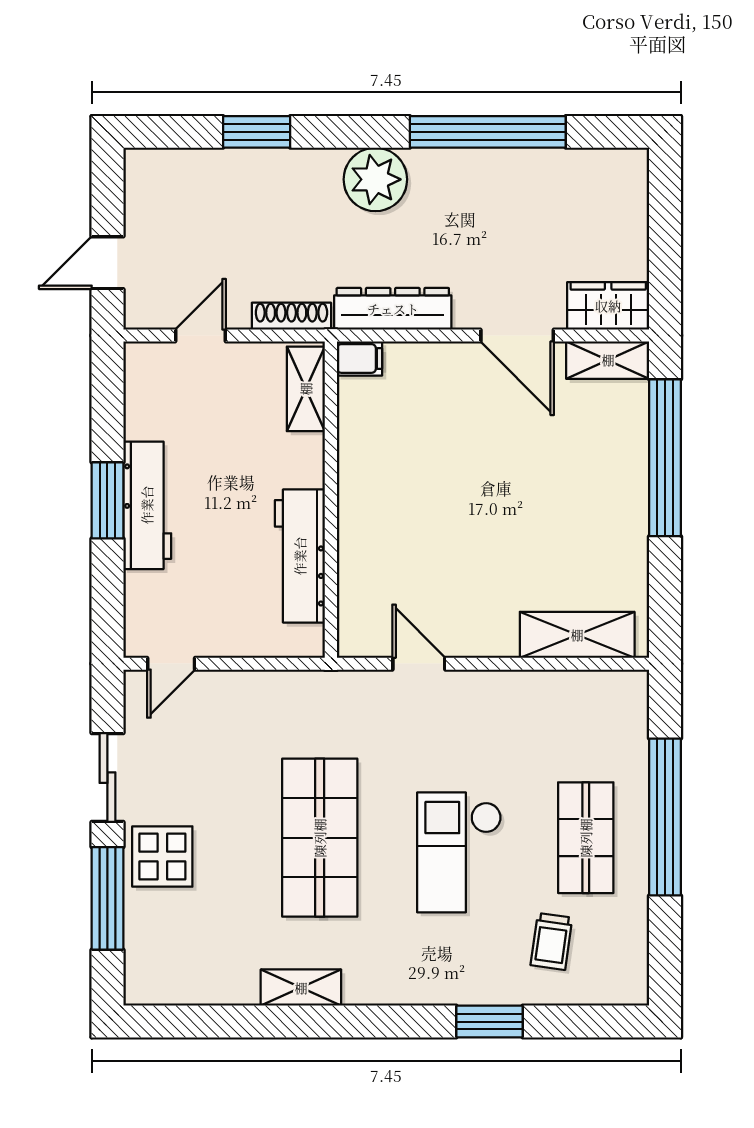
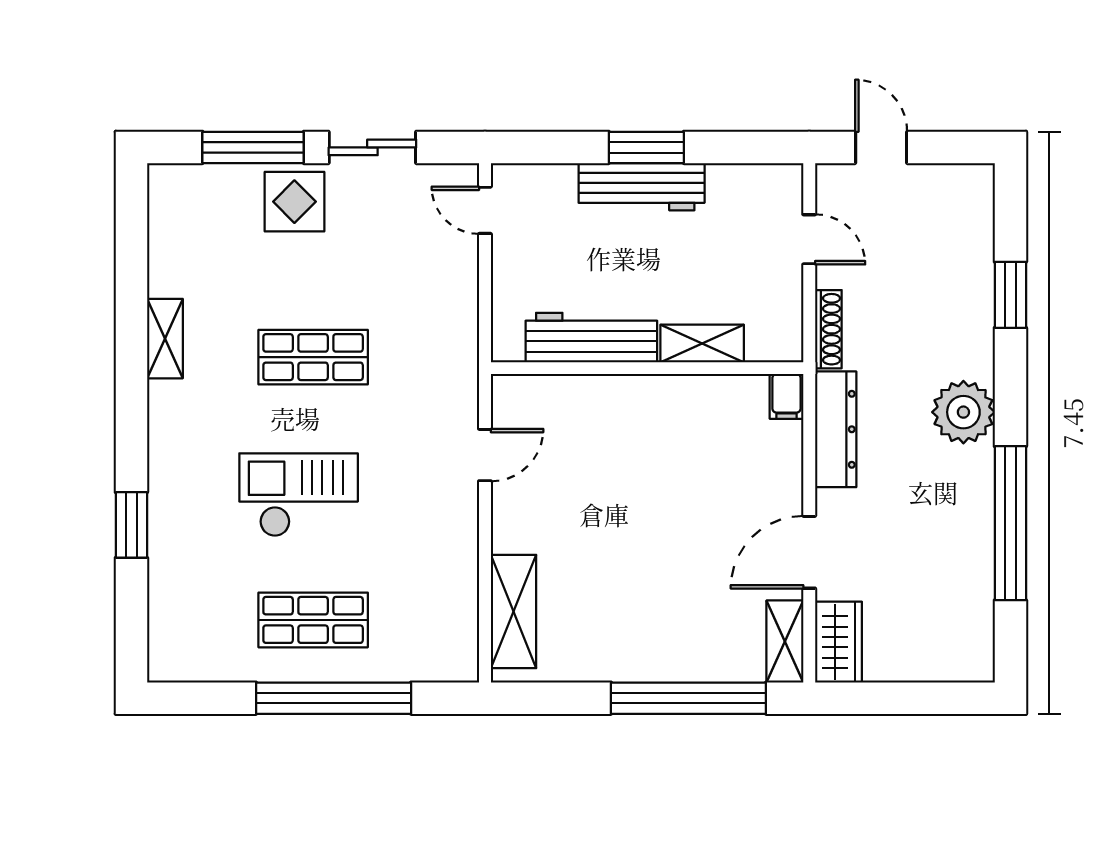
shelving: (306, 389) -> (702, 343), moved
shop shelf: (320, 838) -> (313, 357), width x0.70, depth x0.74
trolley: (551, 941) -> (211, 586), removed

